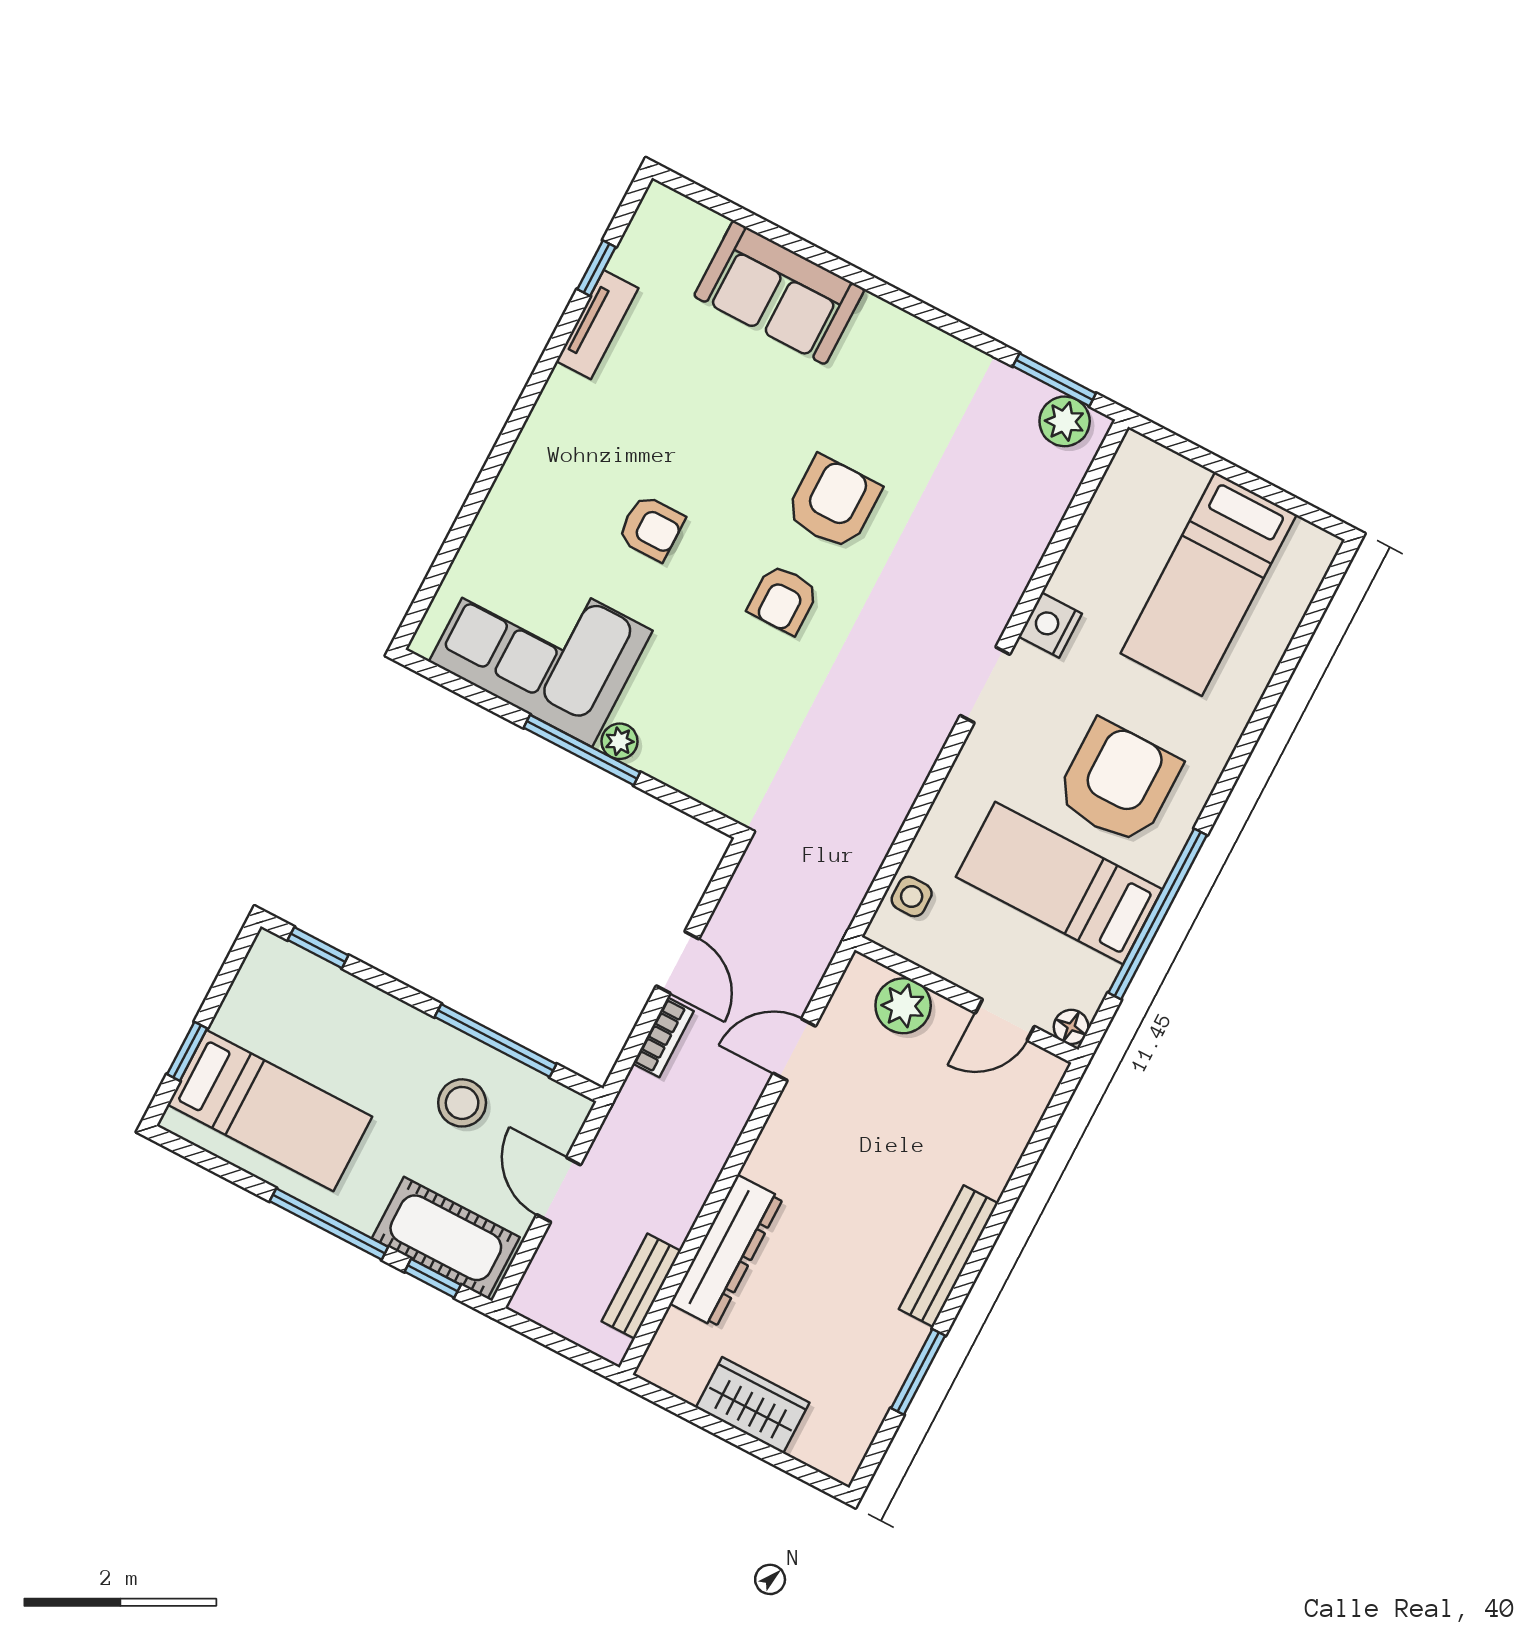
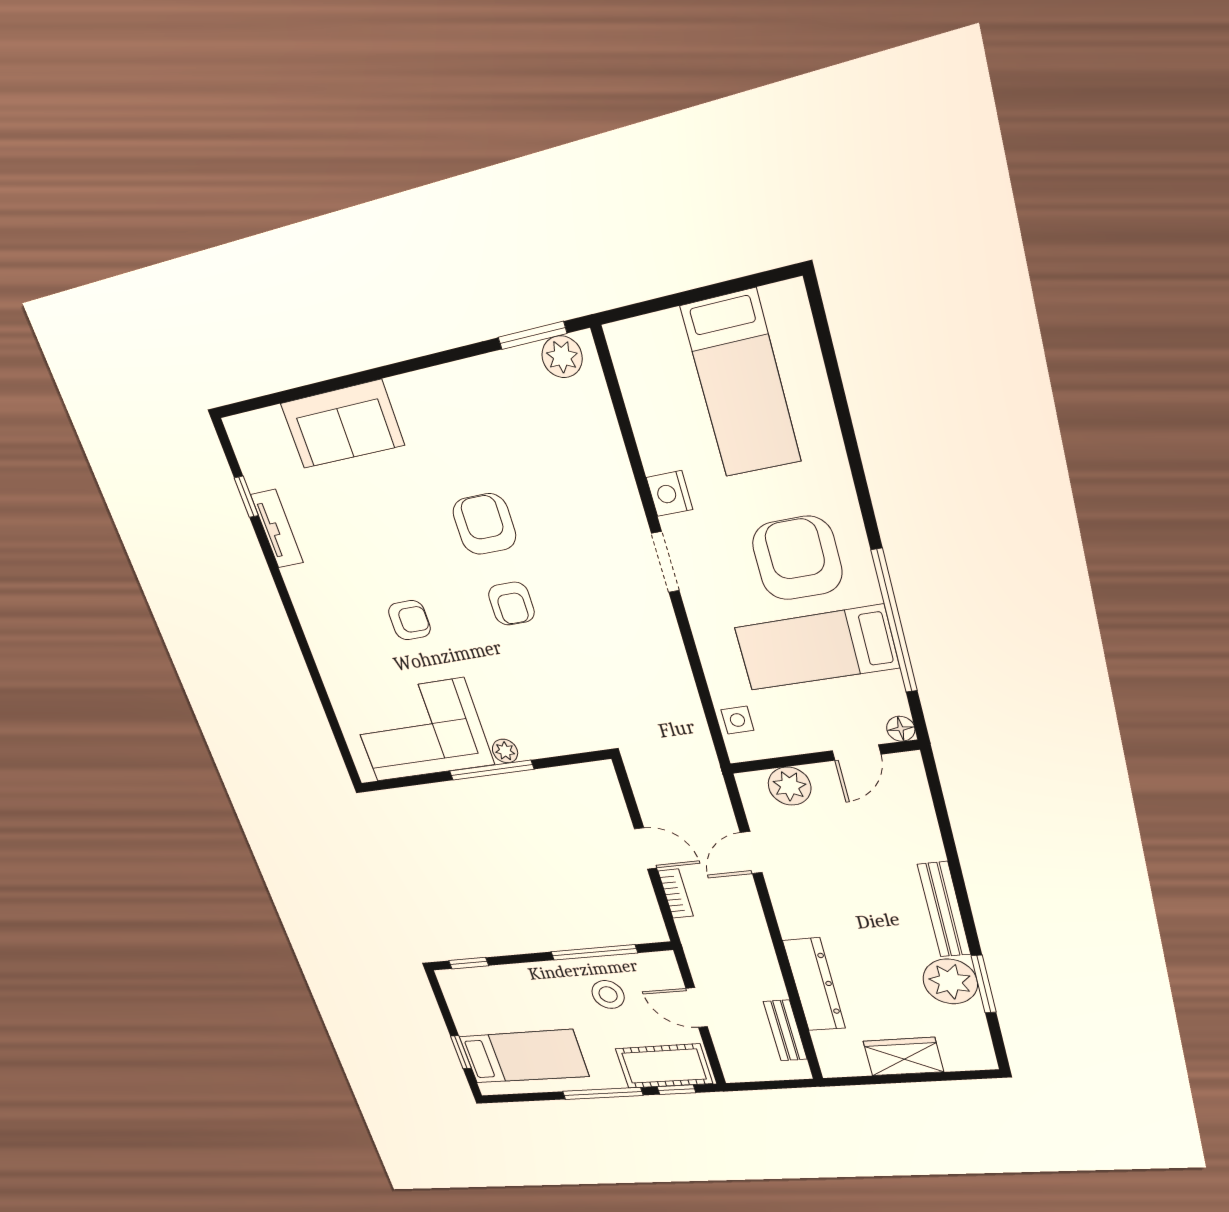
plant: (884, 1345) -> (950, 981), added

